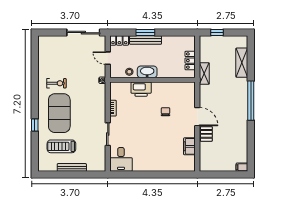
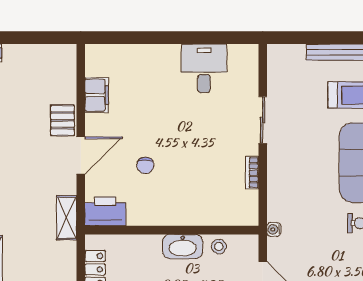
shelving: (204, 74) -> (67, 218), moved
printer: (141, 89) -> (105, 211), moved
door: (197, 117) -> (81, 155), swing flipped
desk: (121, 159) -> (204, 68), moved

